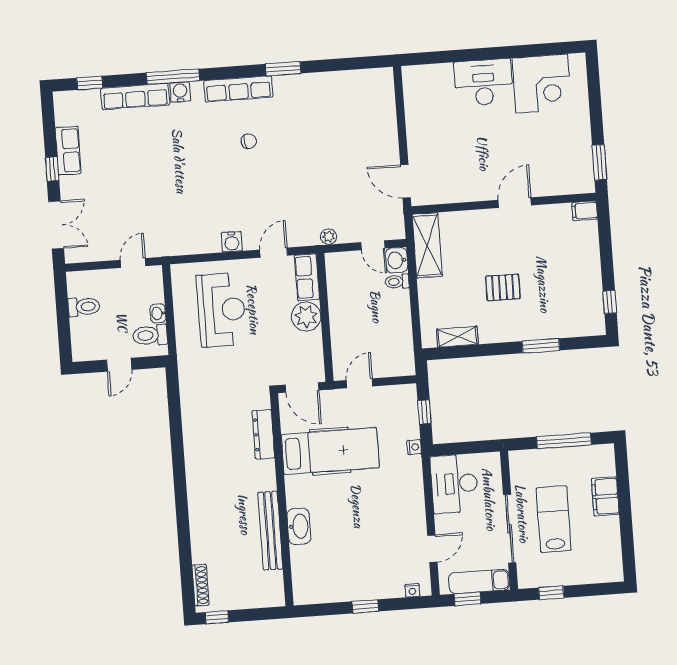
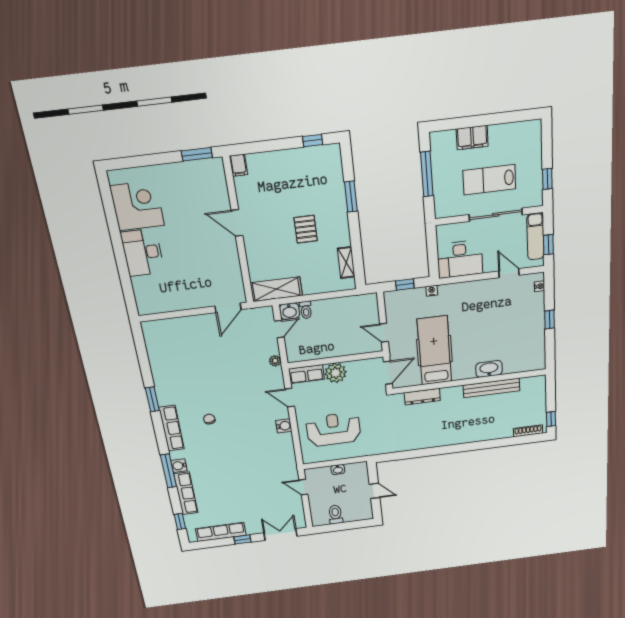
row of seats: (68, 151) -> (221, 532), width x1.48
toilet: (150, 335) -> (353, 473), removed

